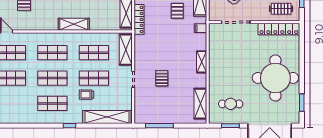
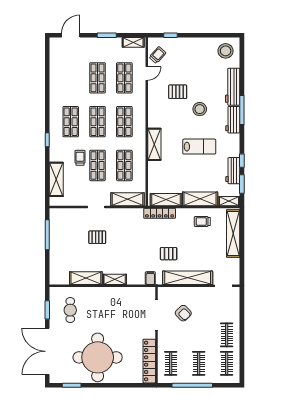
shelving: (200, 104) -> (86, 278), moved
shelving: (107, 117) -> (56, 179), width x0.68

